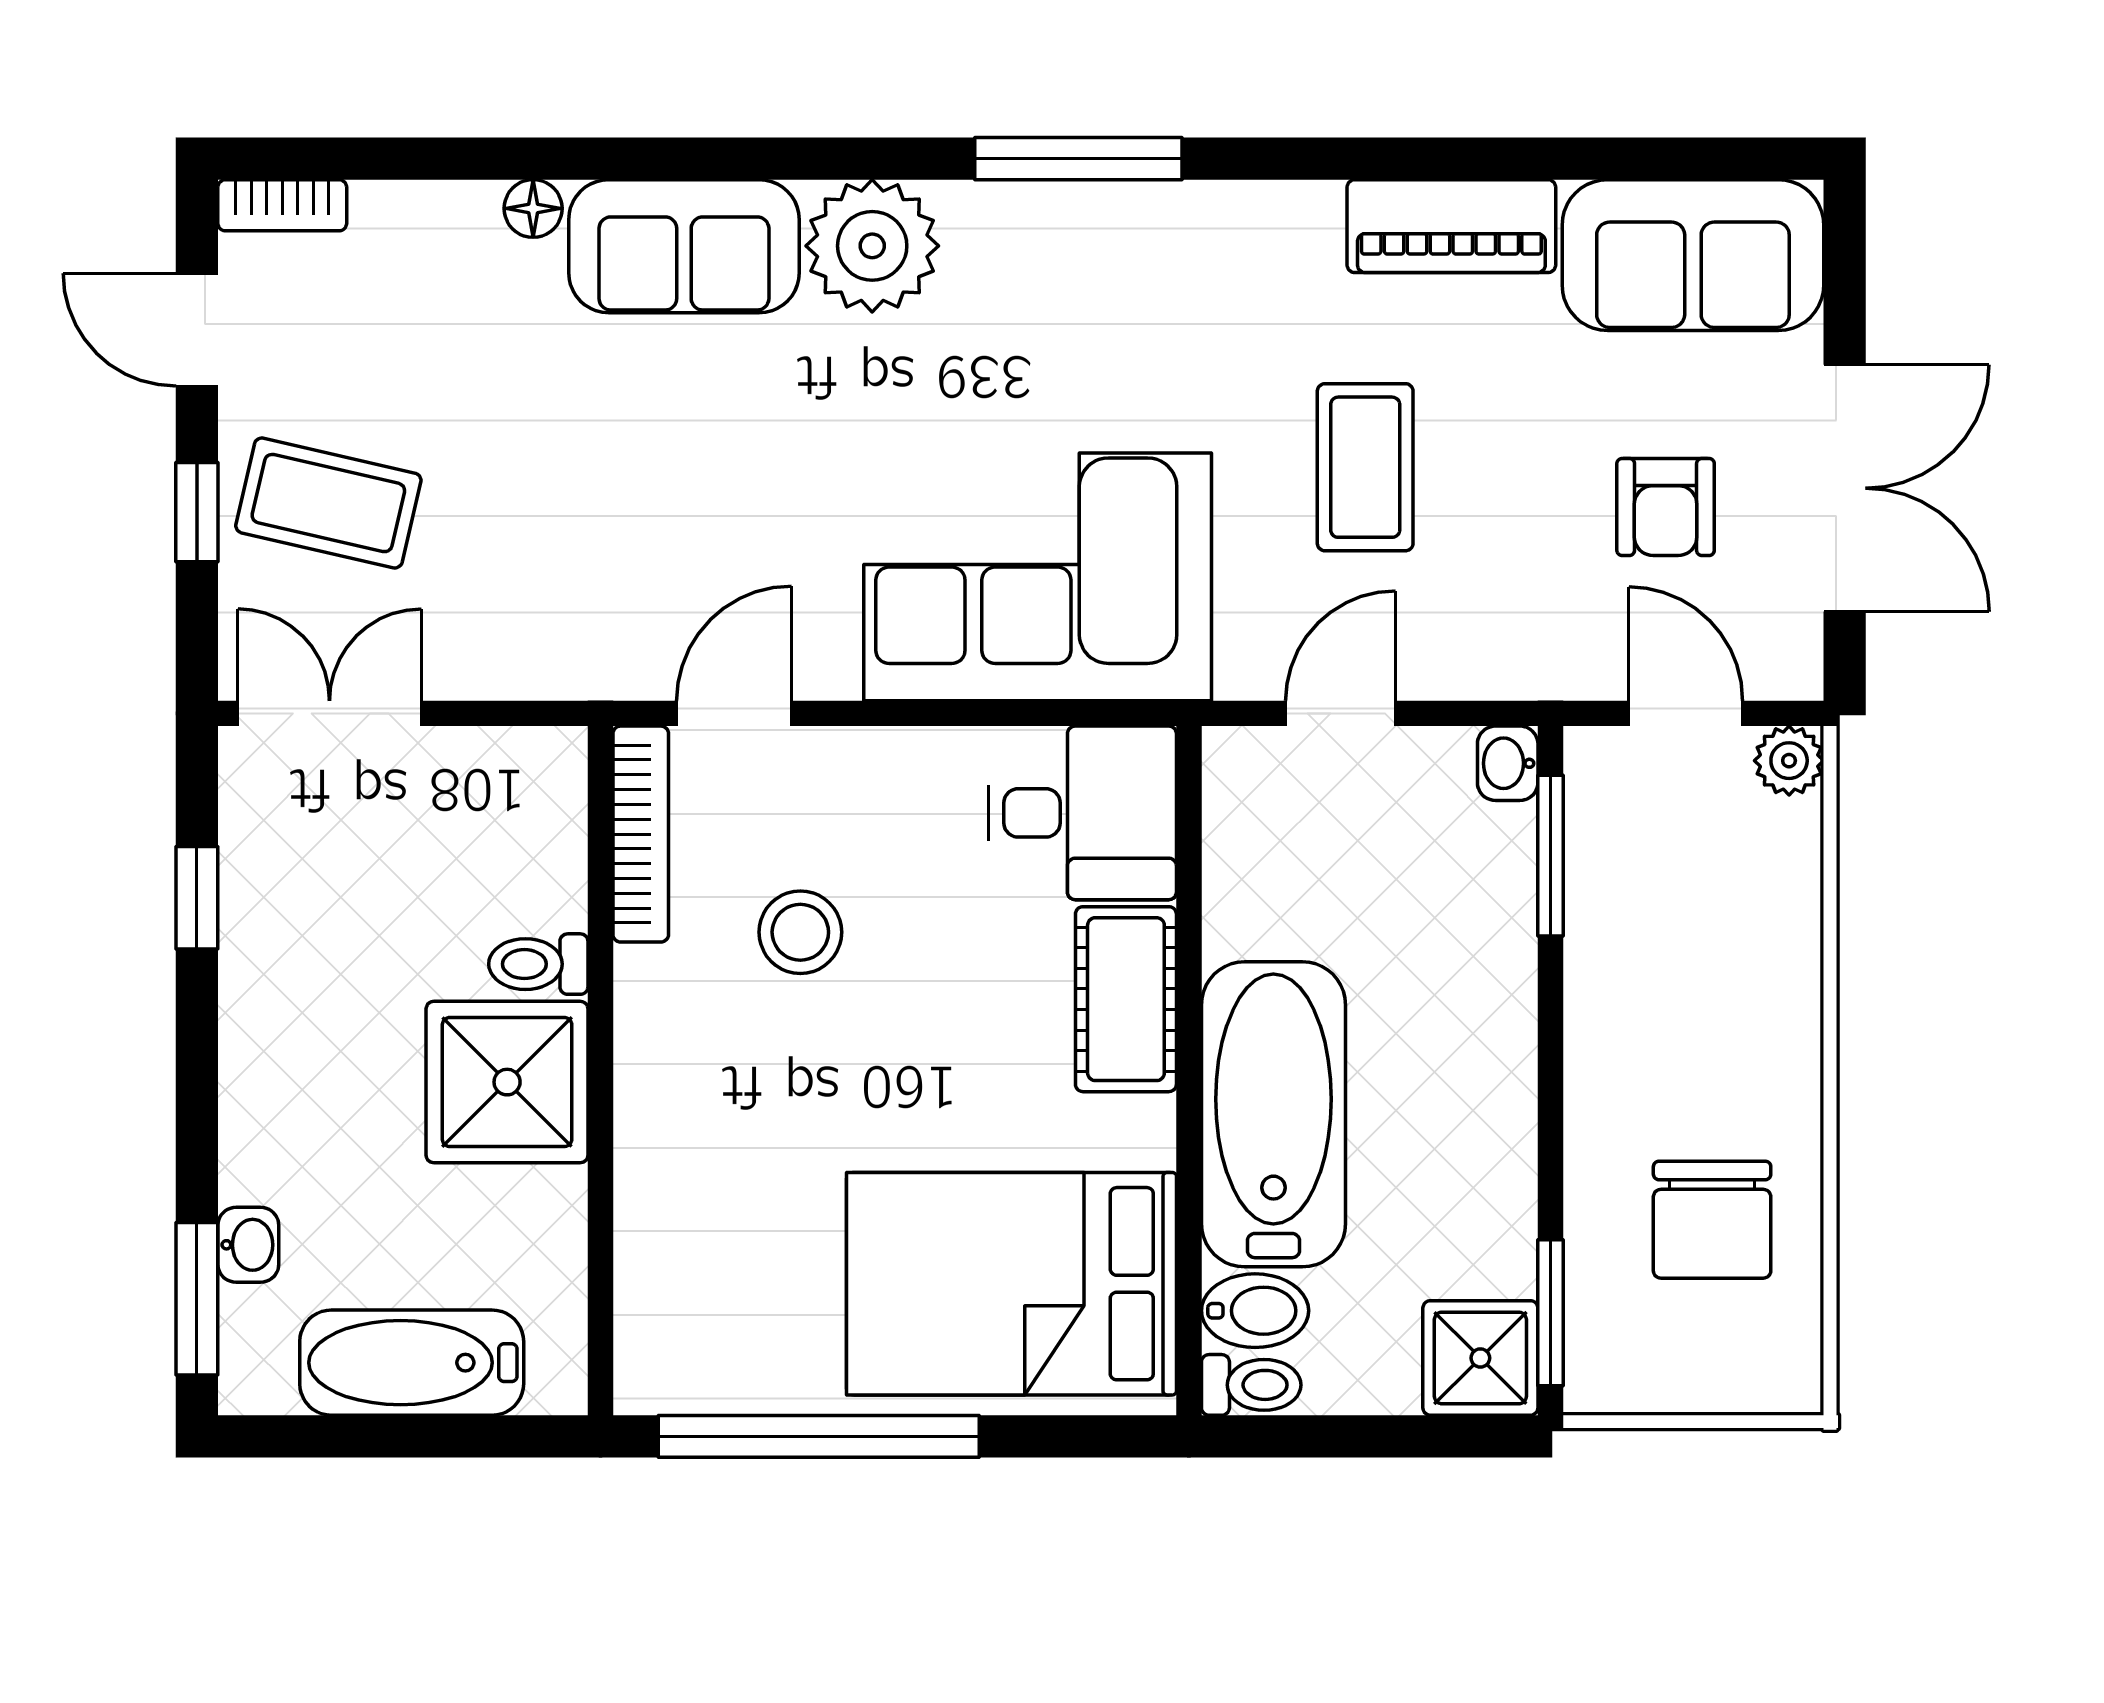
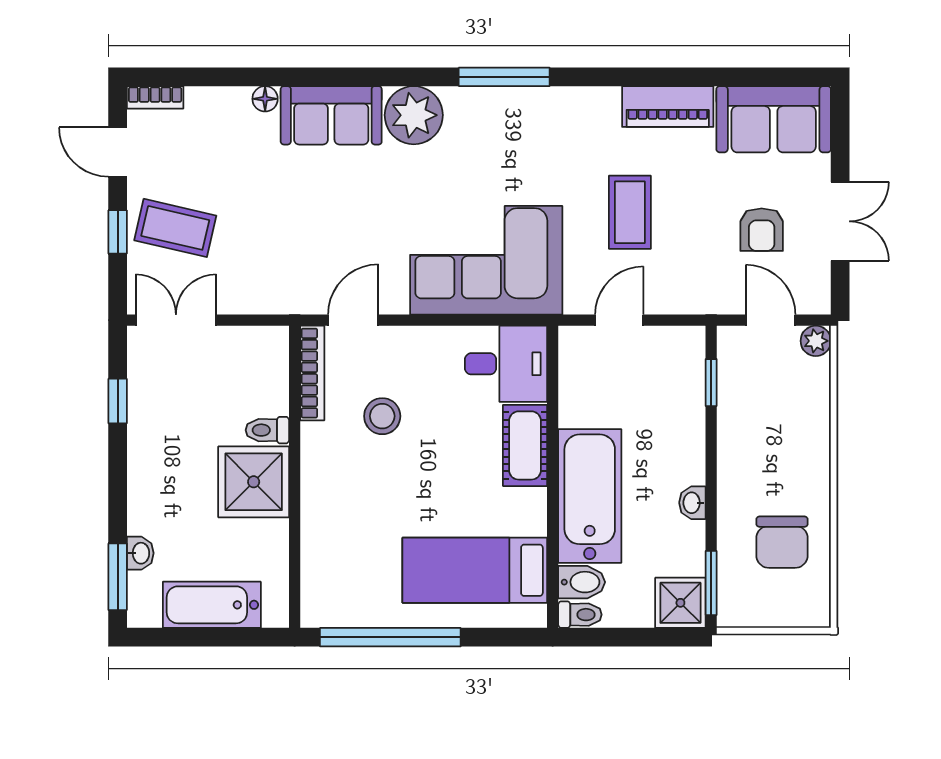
double door: (1845, 488) -> (840, 221), width x0.73
washbasin: (1508, 763) -> (692, 503), moved
window: (1550, 856) -> (711, 383), width x0.67
bed: (1011, 1284) -> (475, 570), width x0.67

